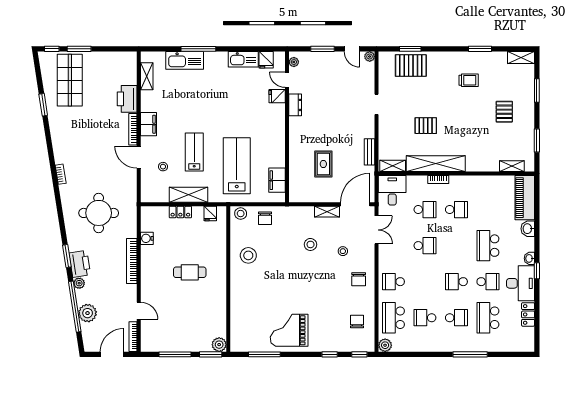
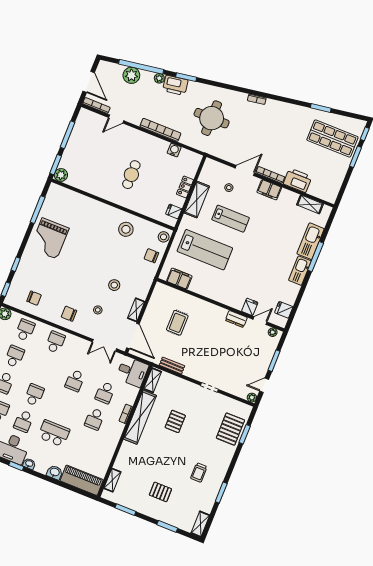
kitchen sink: (243, 59) -> (300, 271), moved
rug: (323, 164) -> (177, 323), turned 90
school desk: (393, 318) -> (25, 330), width x0.54
grand piano: (289, 330) -> (49, 238), turned 180

